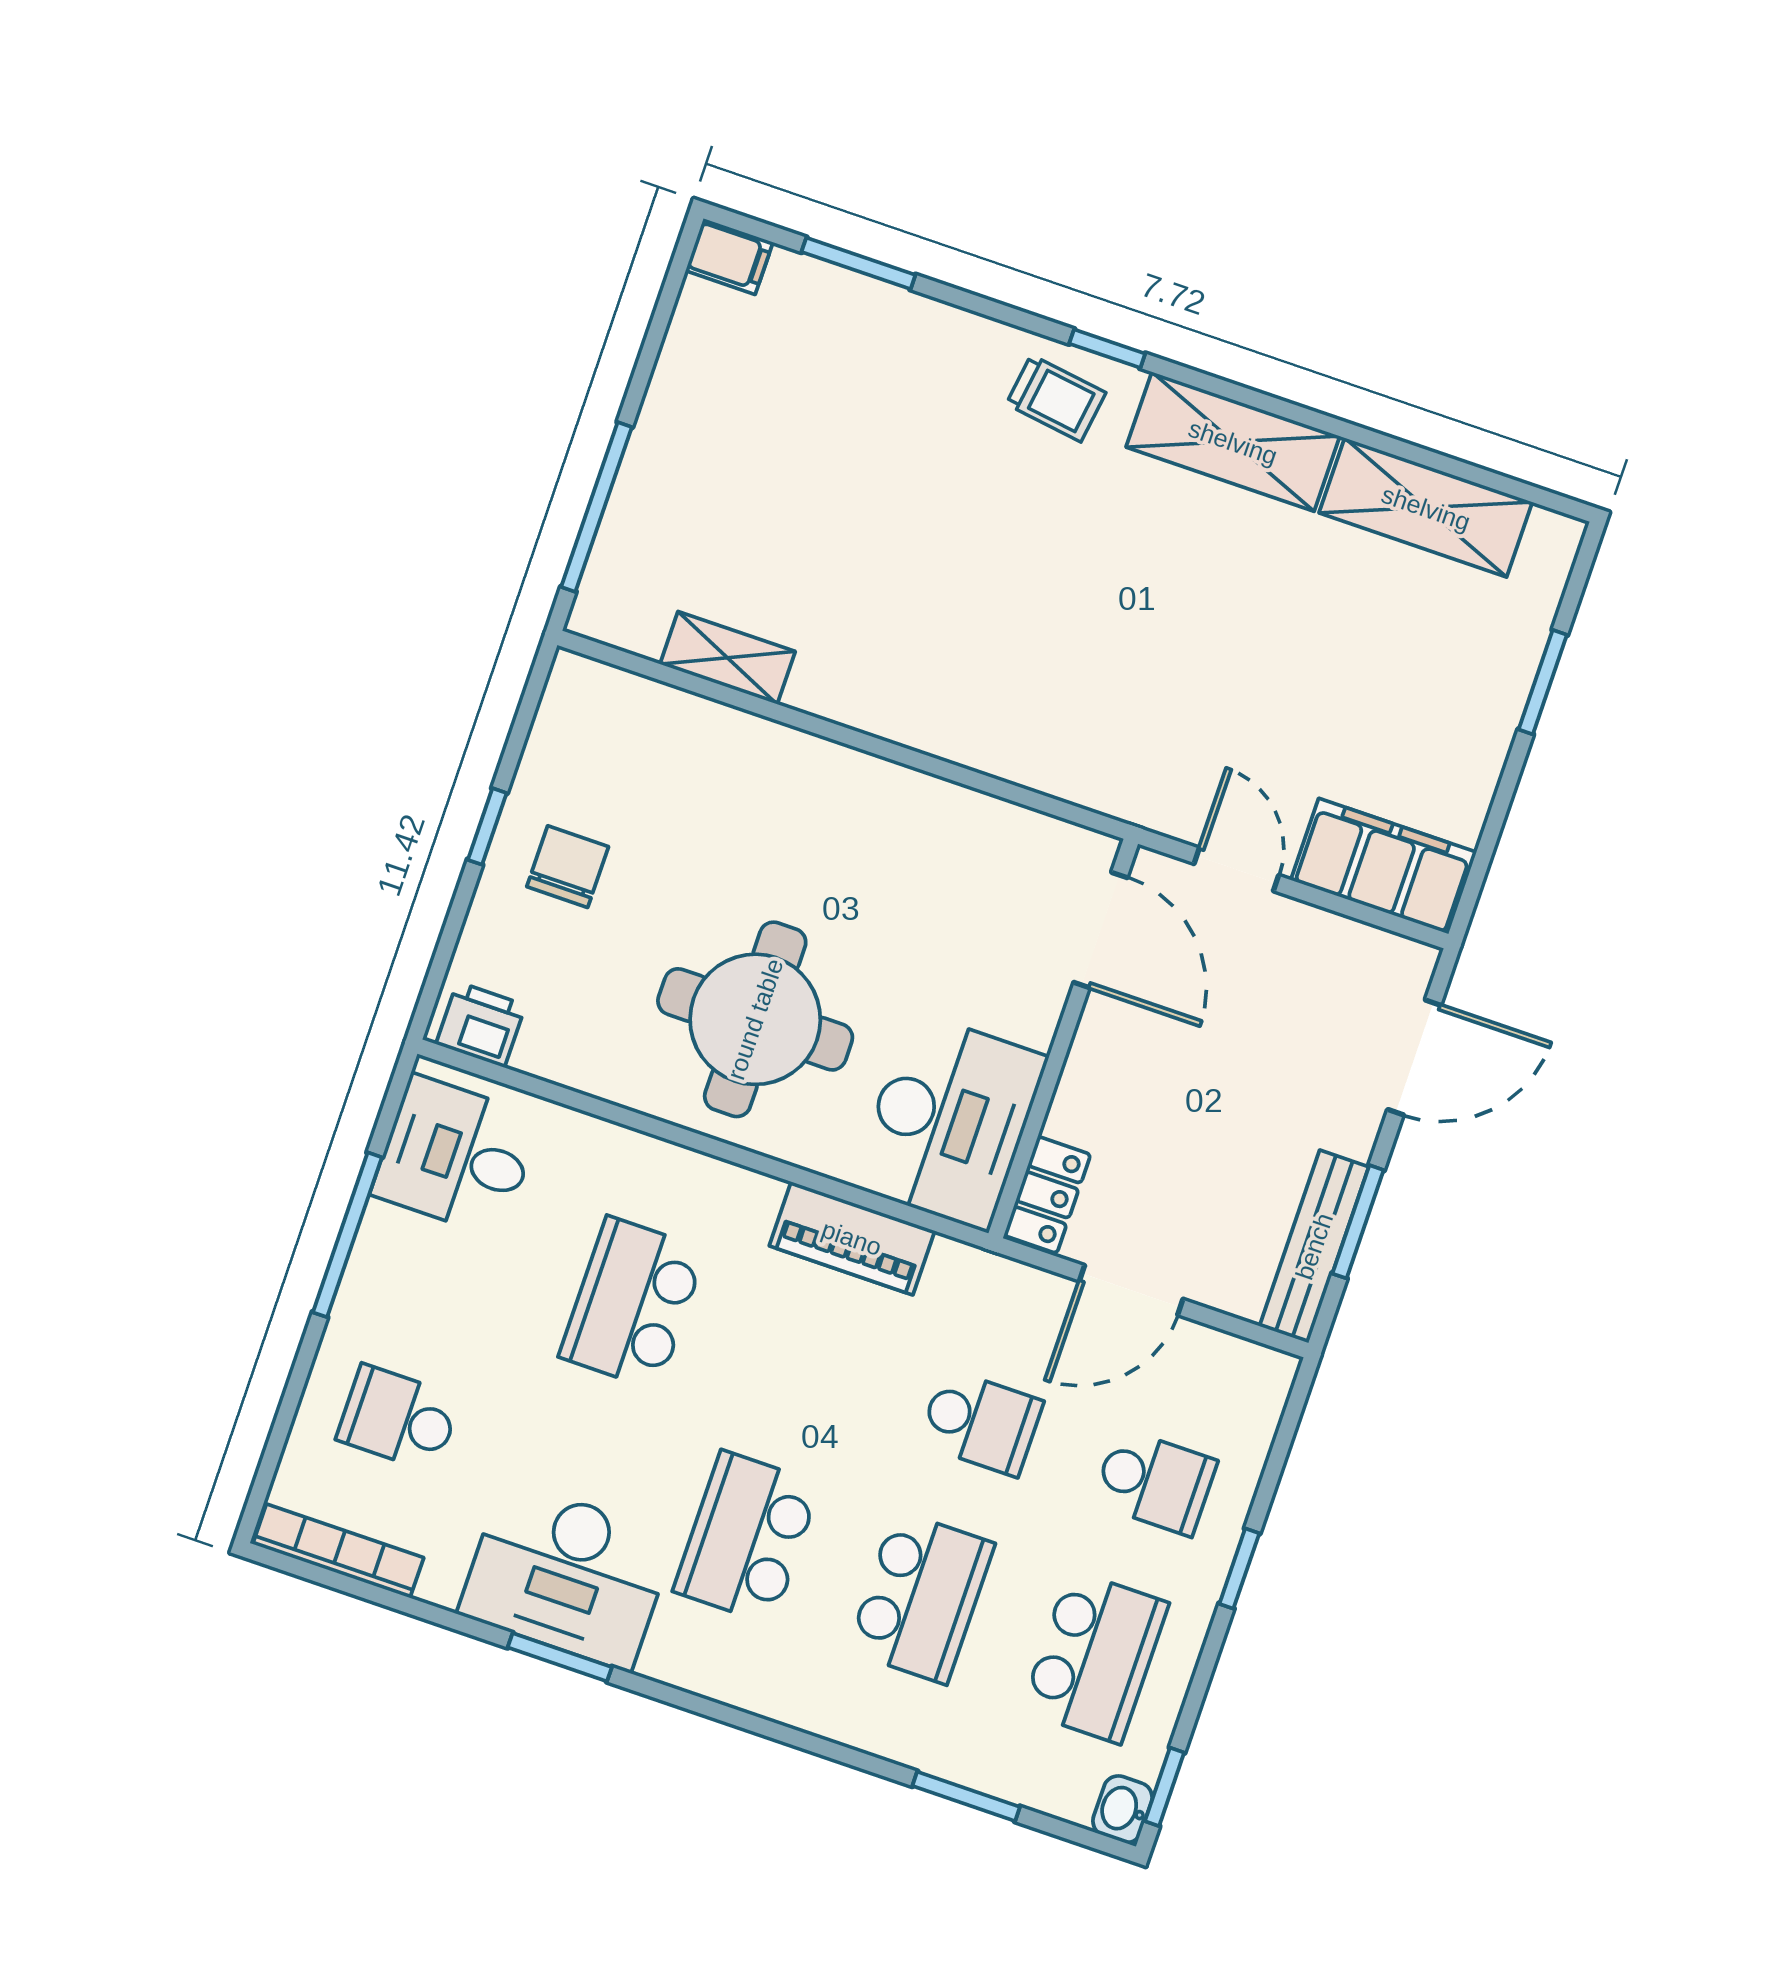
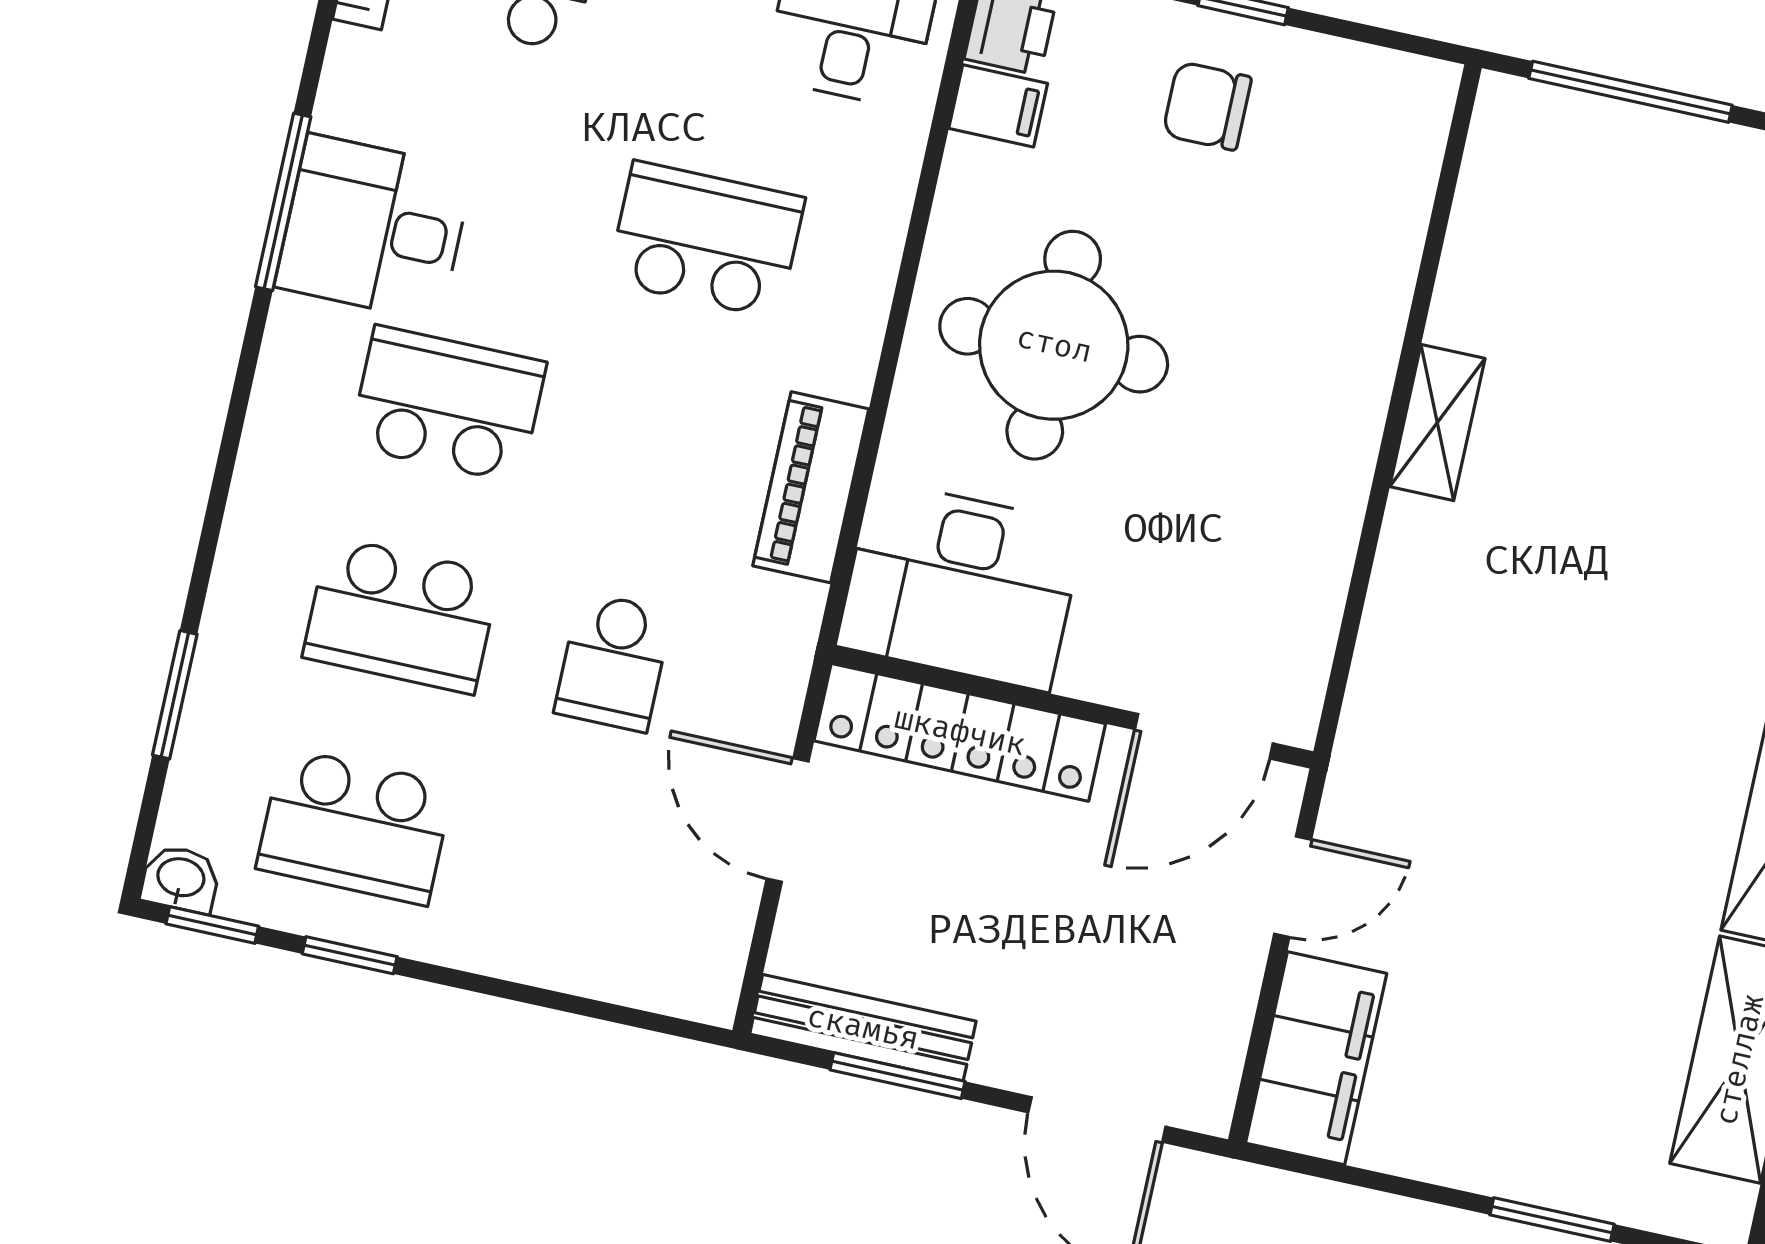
shelving: (728, 658) -> (1437, 423), moved
chair: (568, 867) -> (1207, 106), turned 180
filing cabinet: (547, 1043) -> (998, 106), added
locker: (1047, 1195) -> (960, 732), width x2.16, depth x1.21
school desk: (1155, 1482) -> (567, 873), removed
window: (1239, 1569) -> (350, 955), moved
desk: (567, 1575) -> (374, 228), width x0.73
window: (560, 1657) -> (283, 202), width x1.44

